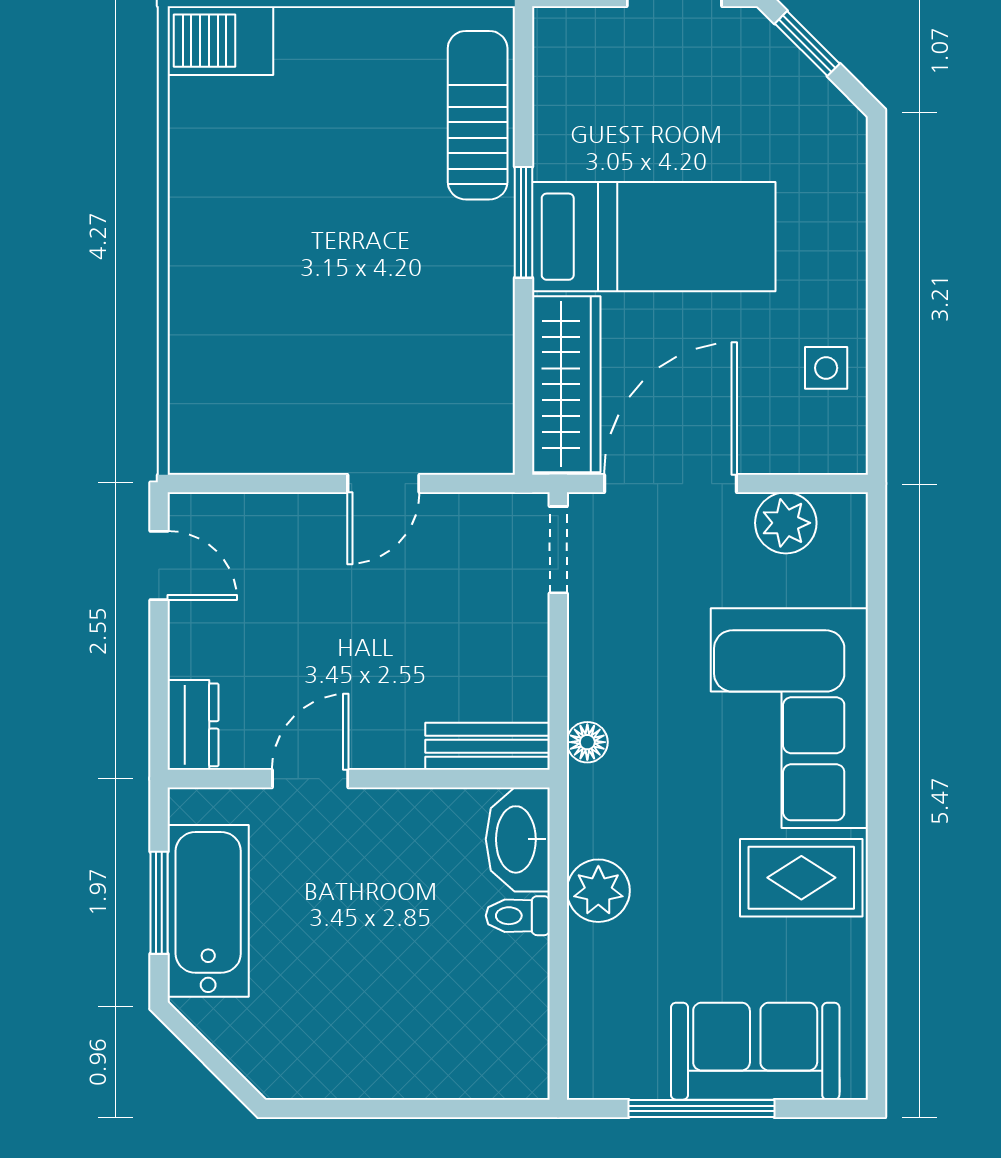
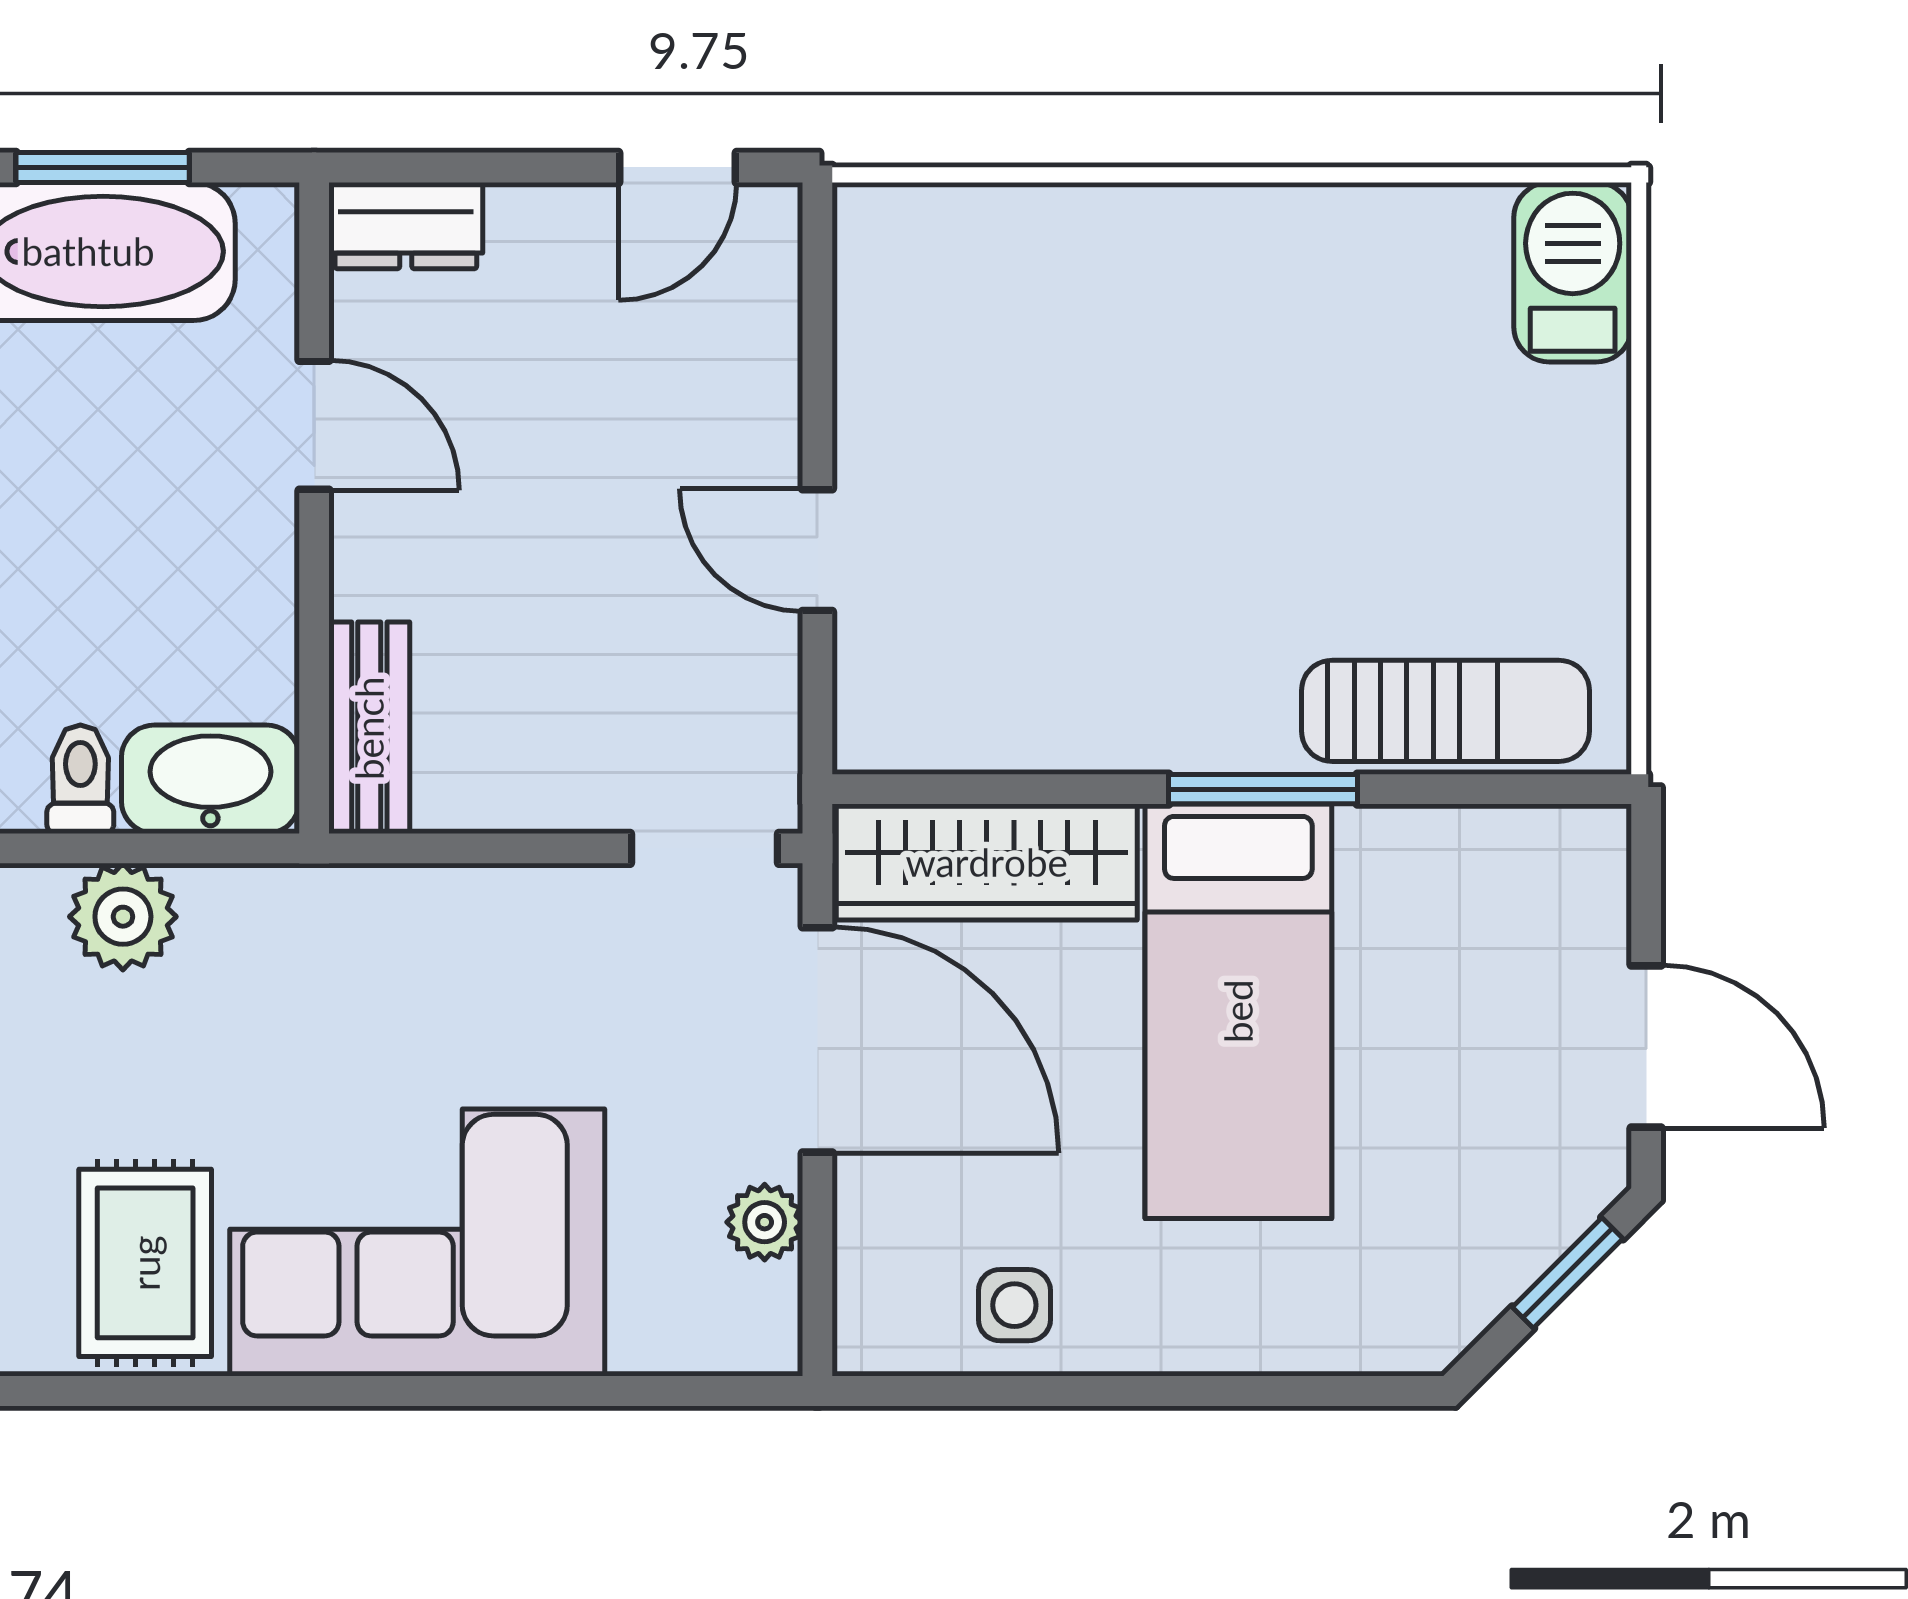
plant: (786, 523) -> (765, 1222), width x0.73, depth x0.73
floor lamp: (587, 742) -> (376, 898), removed

